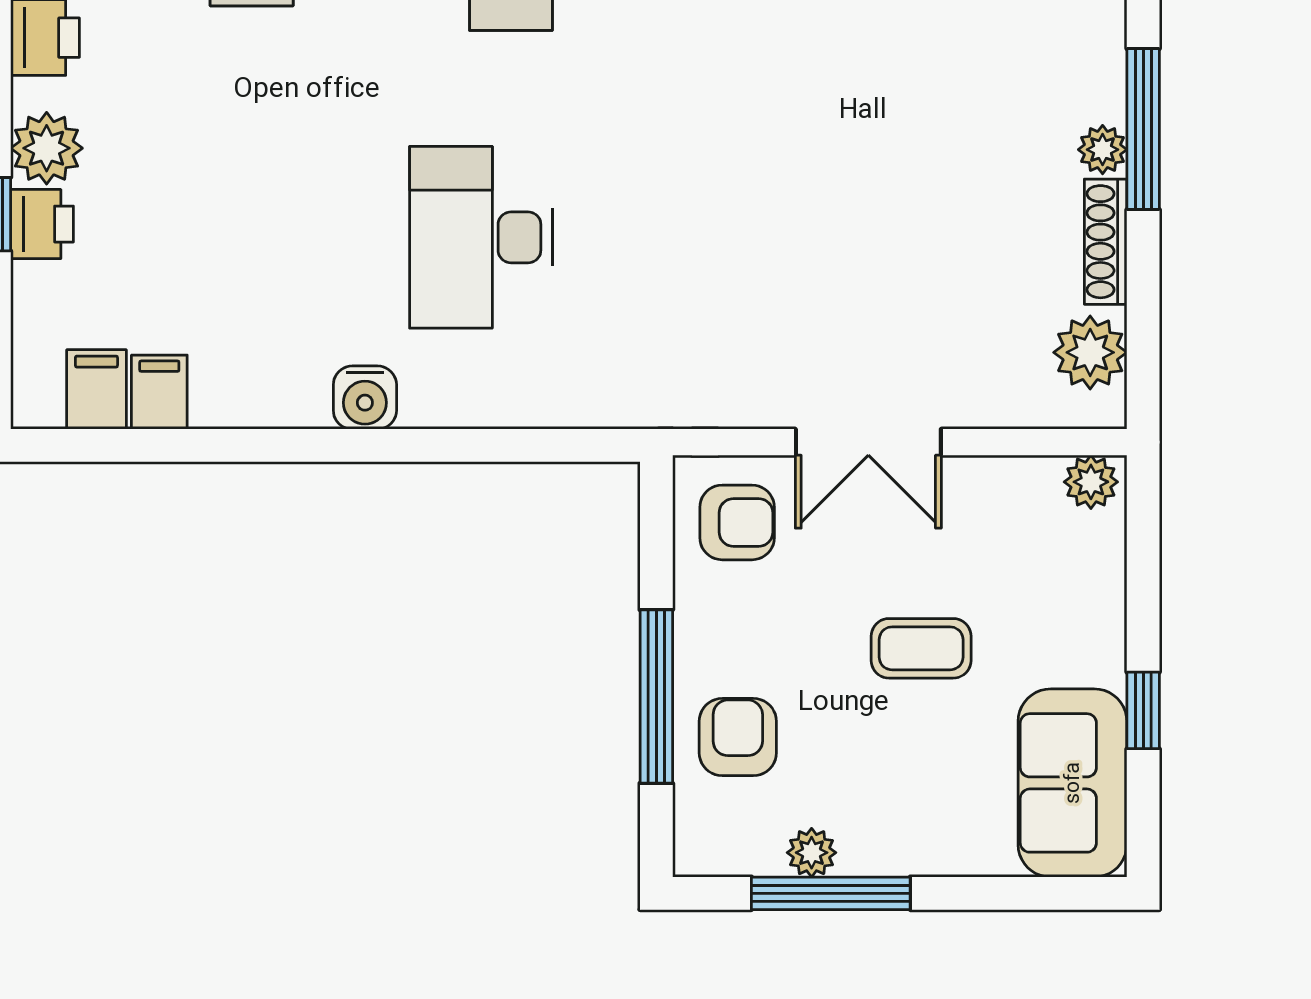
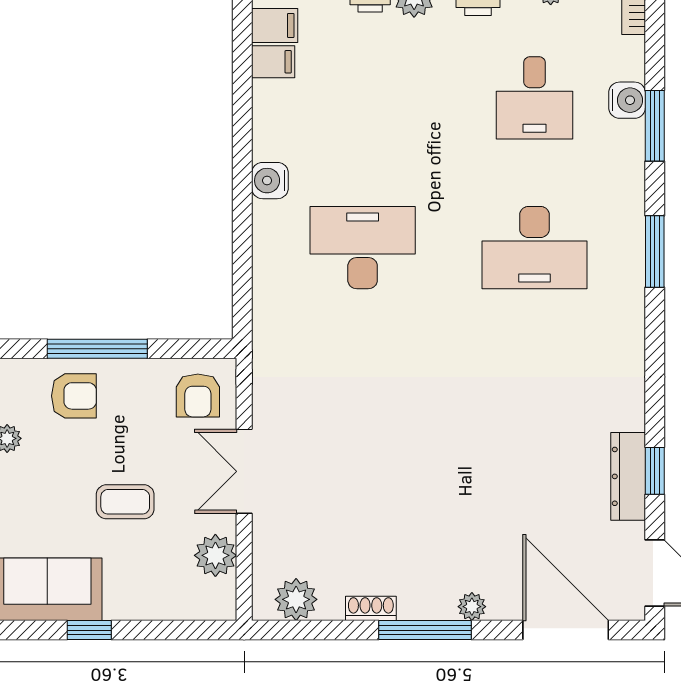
plant: (1103, 150) -> (472, 607), moved
shoe rack: (1106, 242) -> (371, 608), width x0.70
plant: (1091, 482) -> (215, 555), moved, width x1.38, depth x1.38
coffee table: (921, 648) -> (125, 502), turned 90

